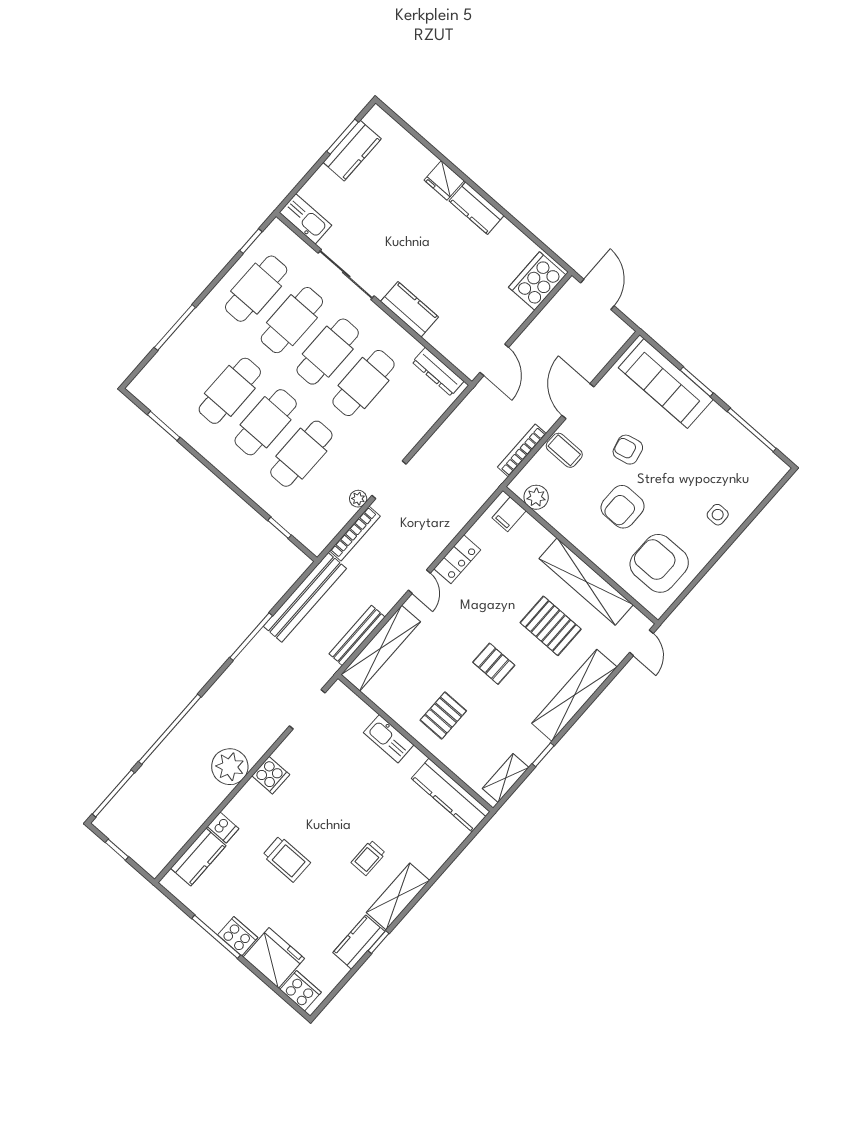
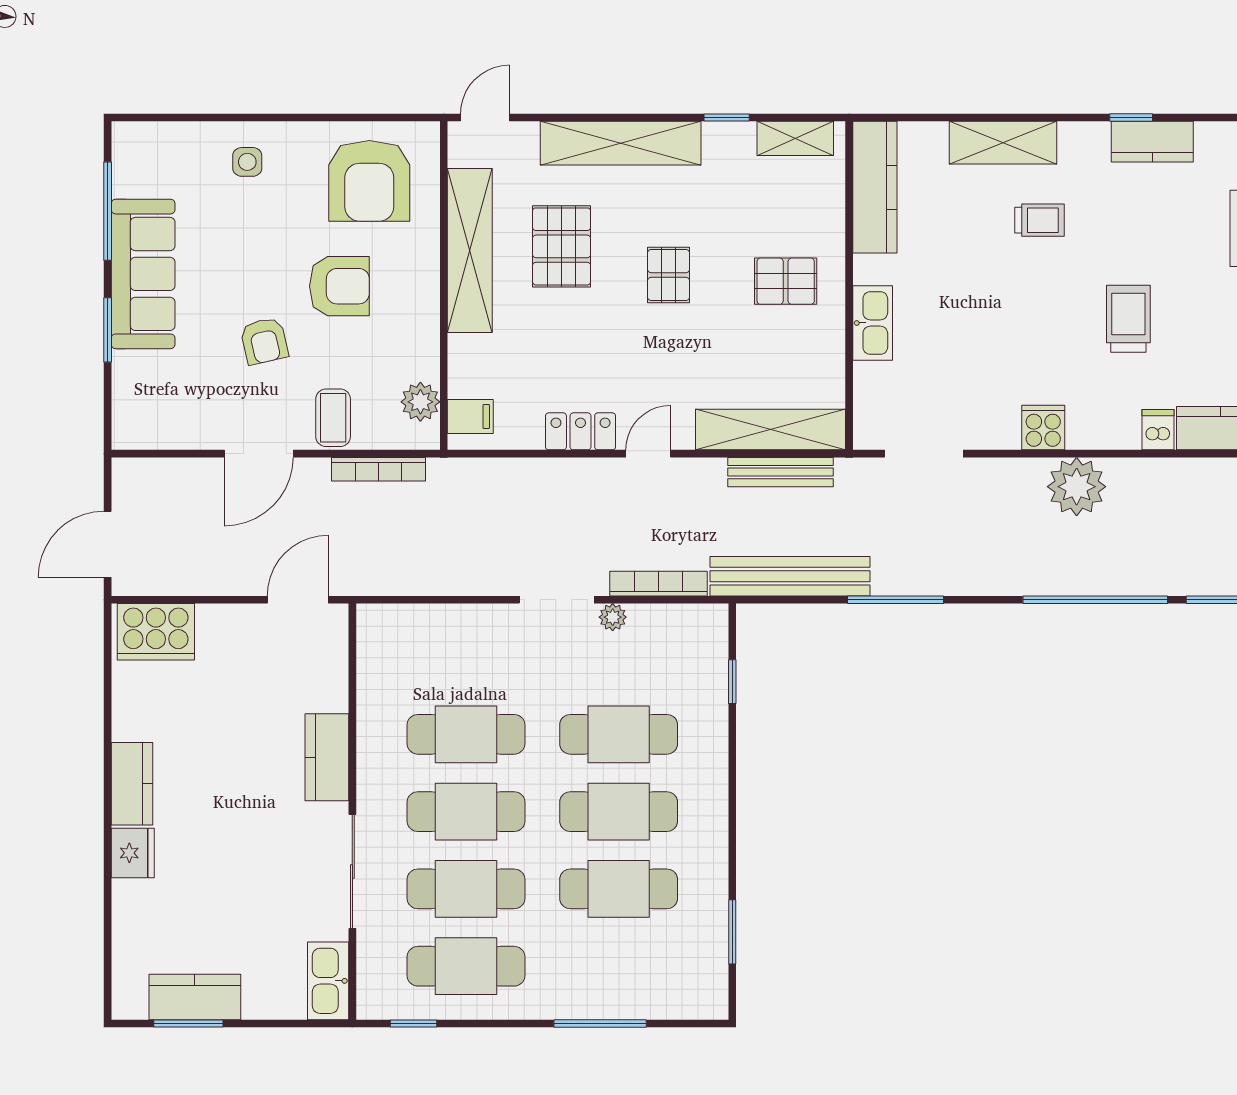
dresser: (438, 372) -> (372, 656), removed
sofa: (666, 384) -> (143, 274), moved
shelving: (398, 896) -> (1003, 143), moved

